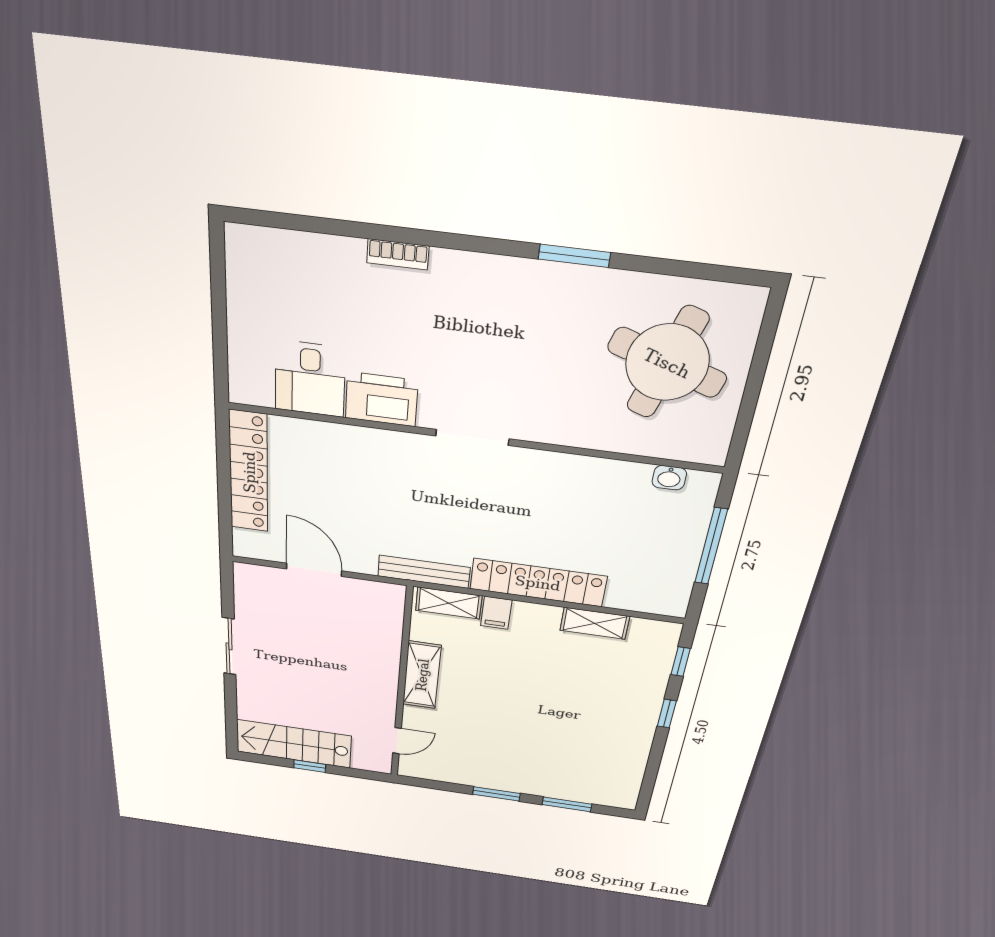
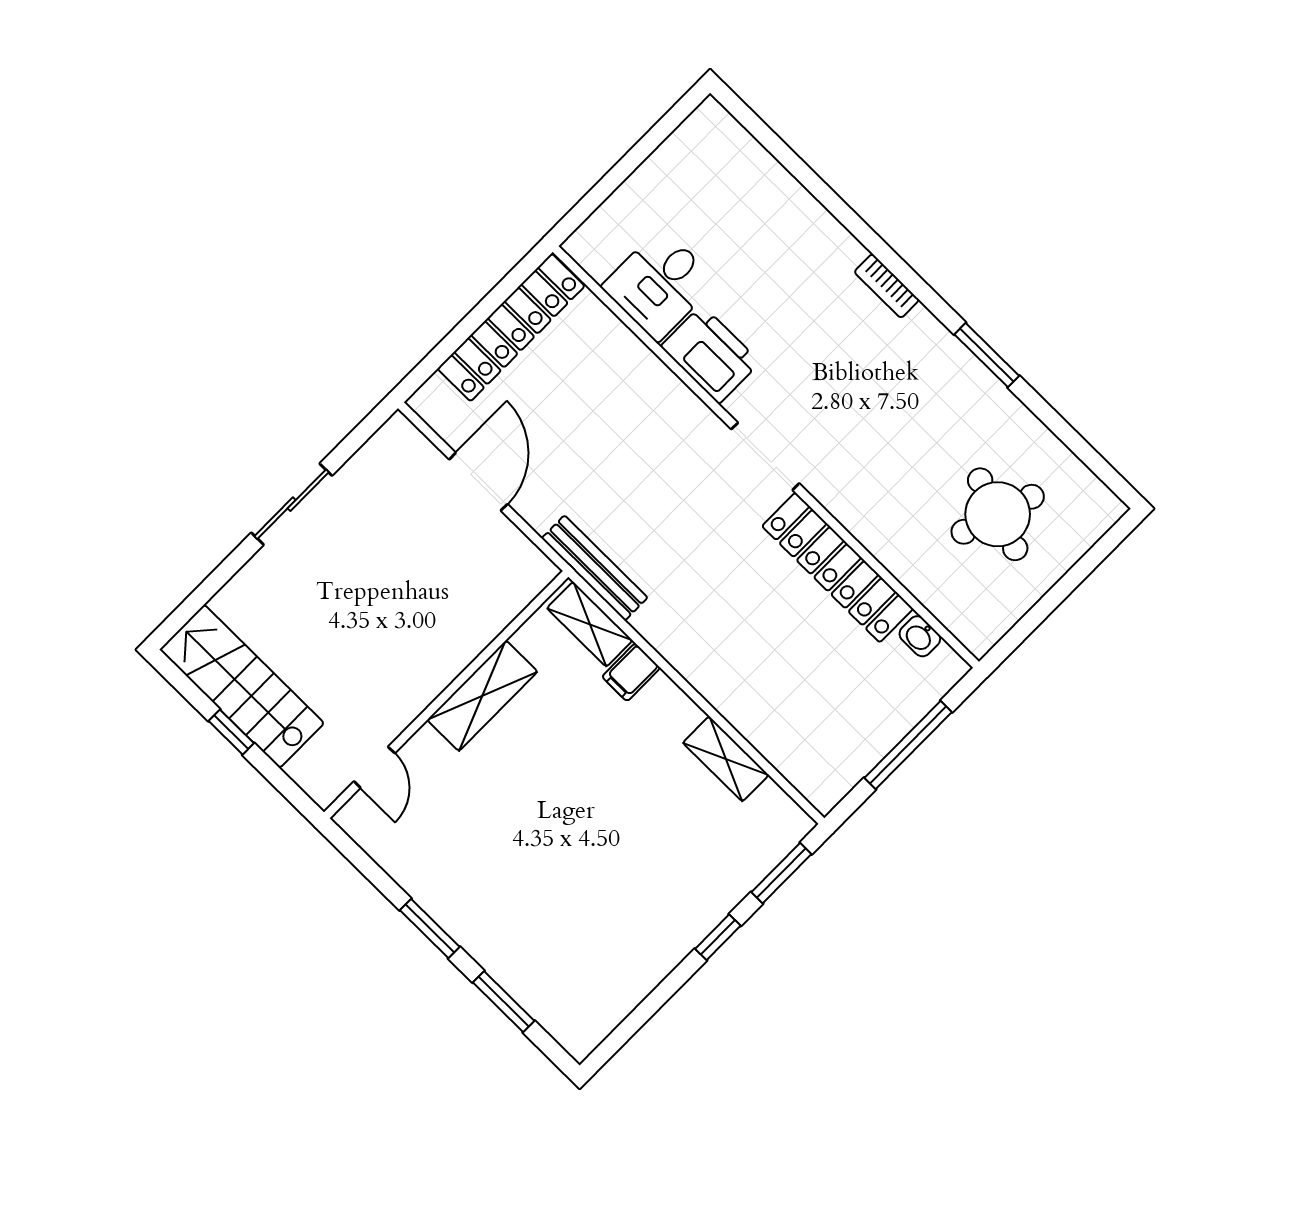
bookcase: (398, 254) -> (887, 286), moved
round table: (667, 363) -> (998, 514), width x0.73, depth x0.73
locker: (538, 583) -> (838, 567), moved, turned 180
window: (681, 662) -> (781, 873), width x1.50
door: (397, 741) -> (374, 767), hinge flipped

